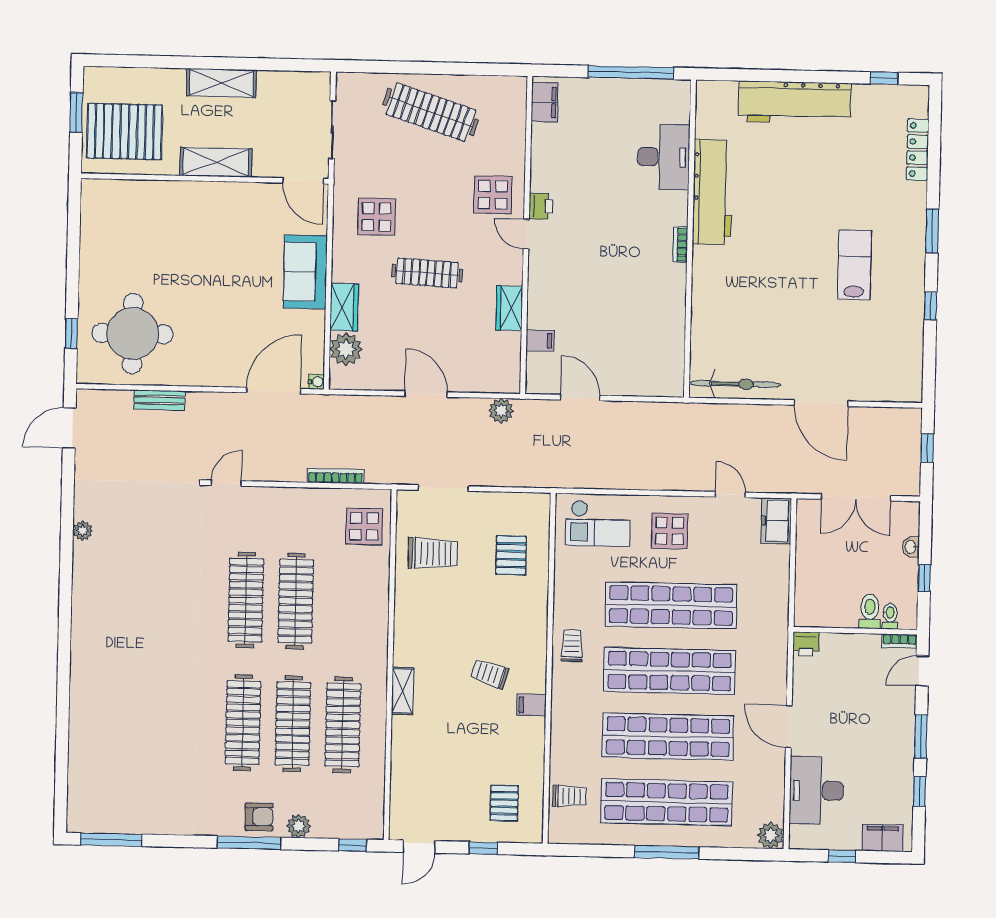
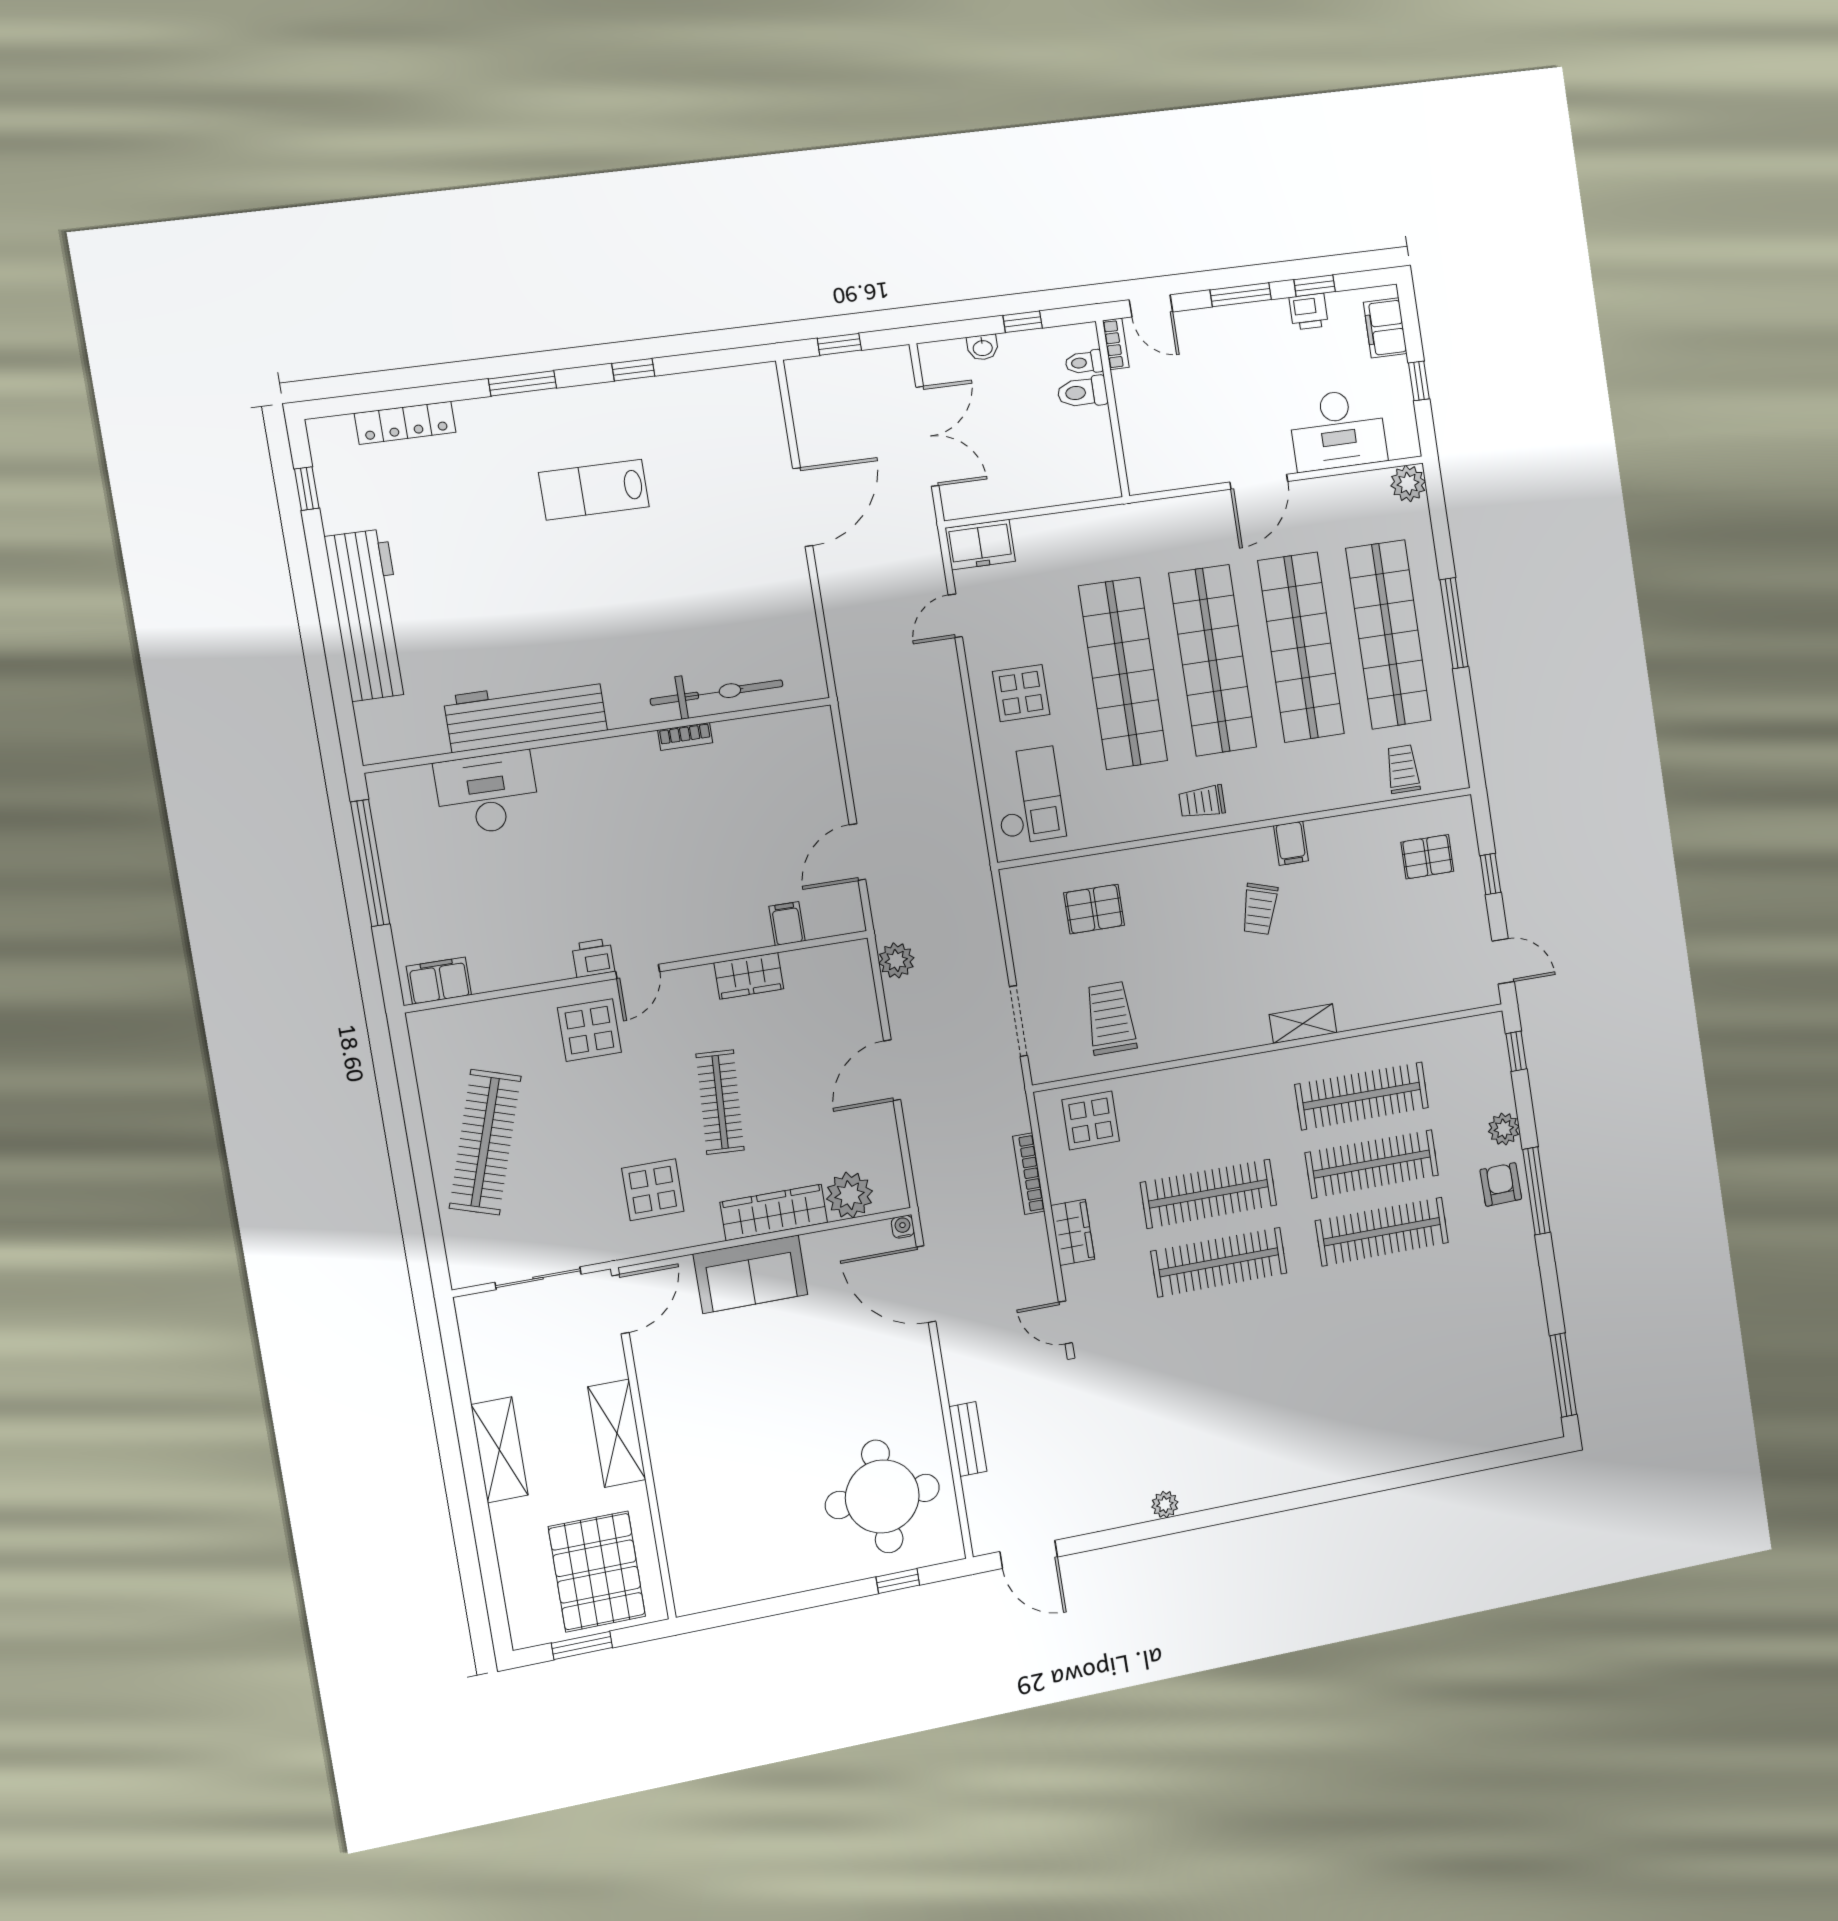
bookcase: (680, 245) -> (685, 736), moved
wardrobe: (344, 307) -> (774, 1212), width x1.50
bicycle: (735, 384) -> (717, 693), moved, turned 90
wardrobe: (288, 500) -> (1073, 1232), added
printer: (806, 644) -> (1309, 312), moved, turned 90

